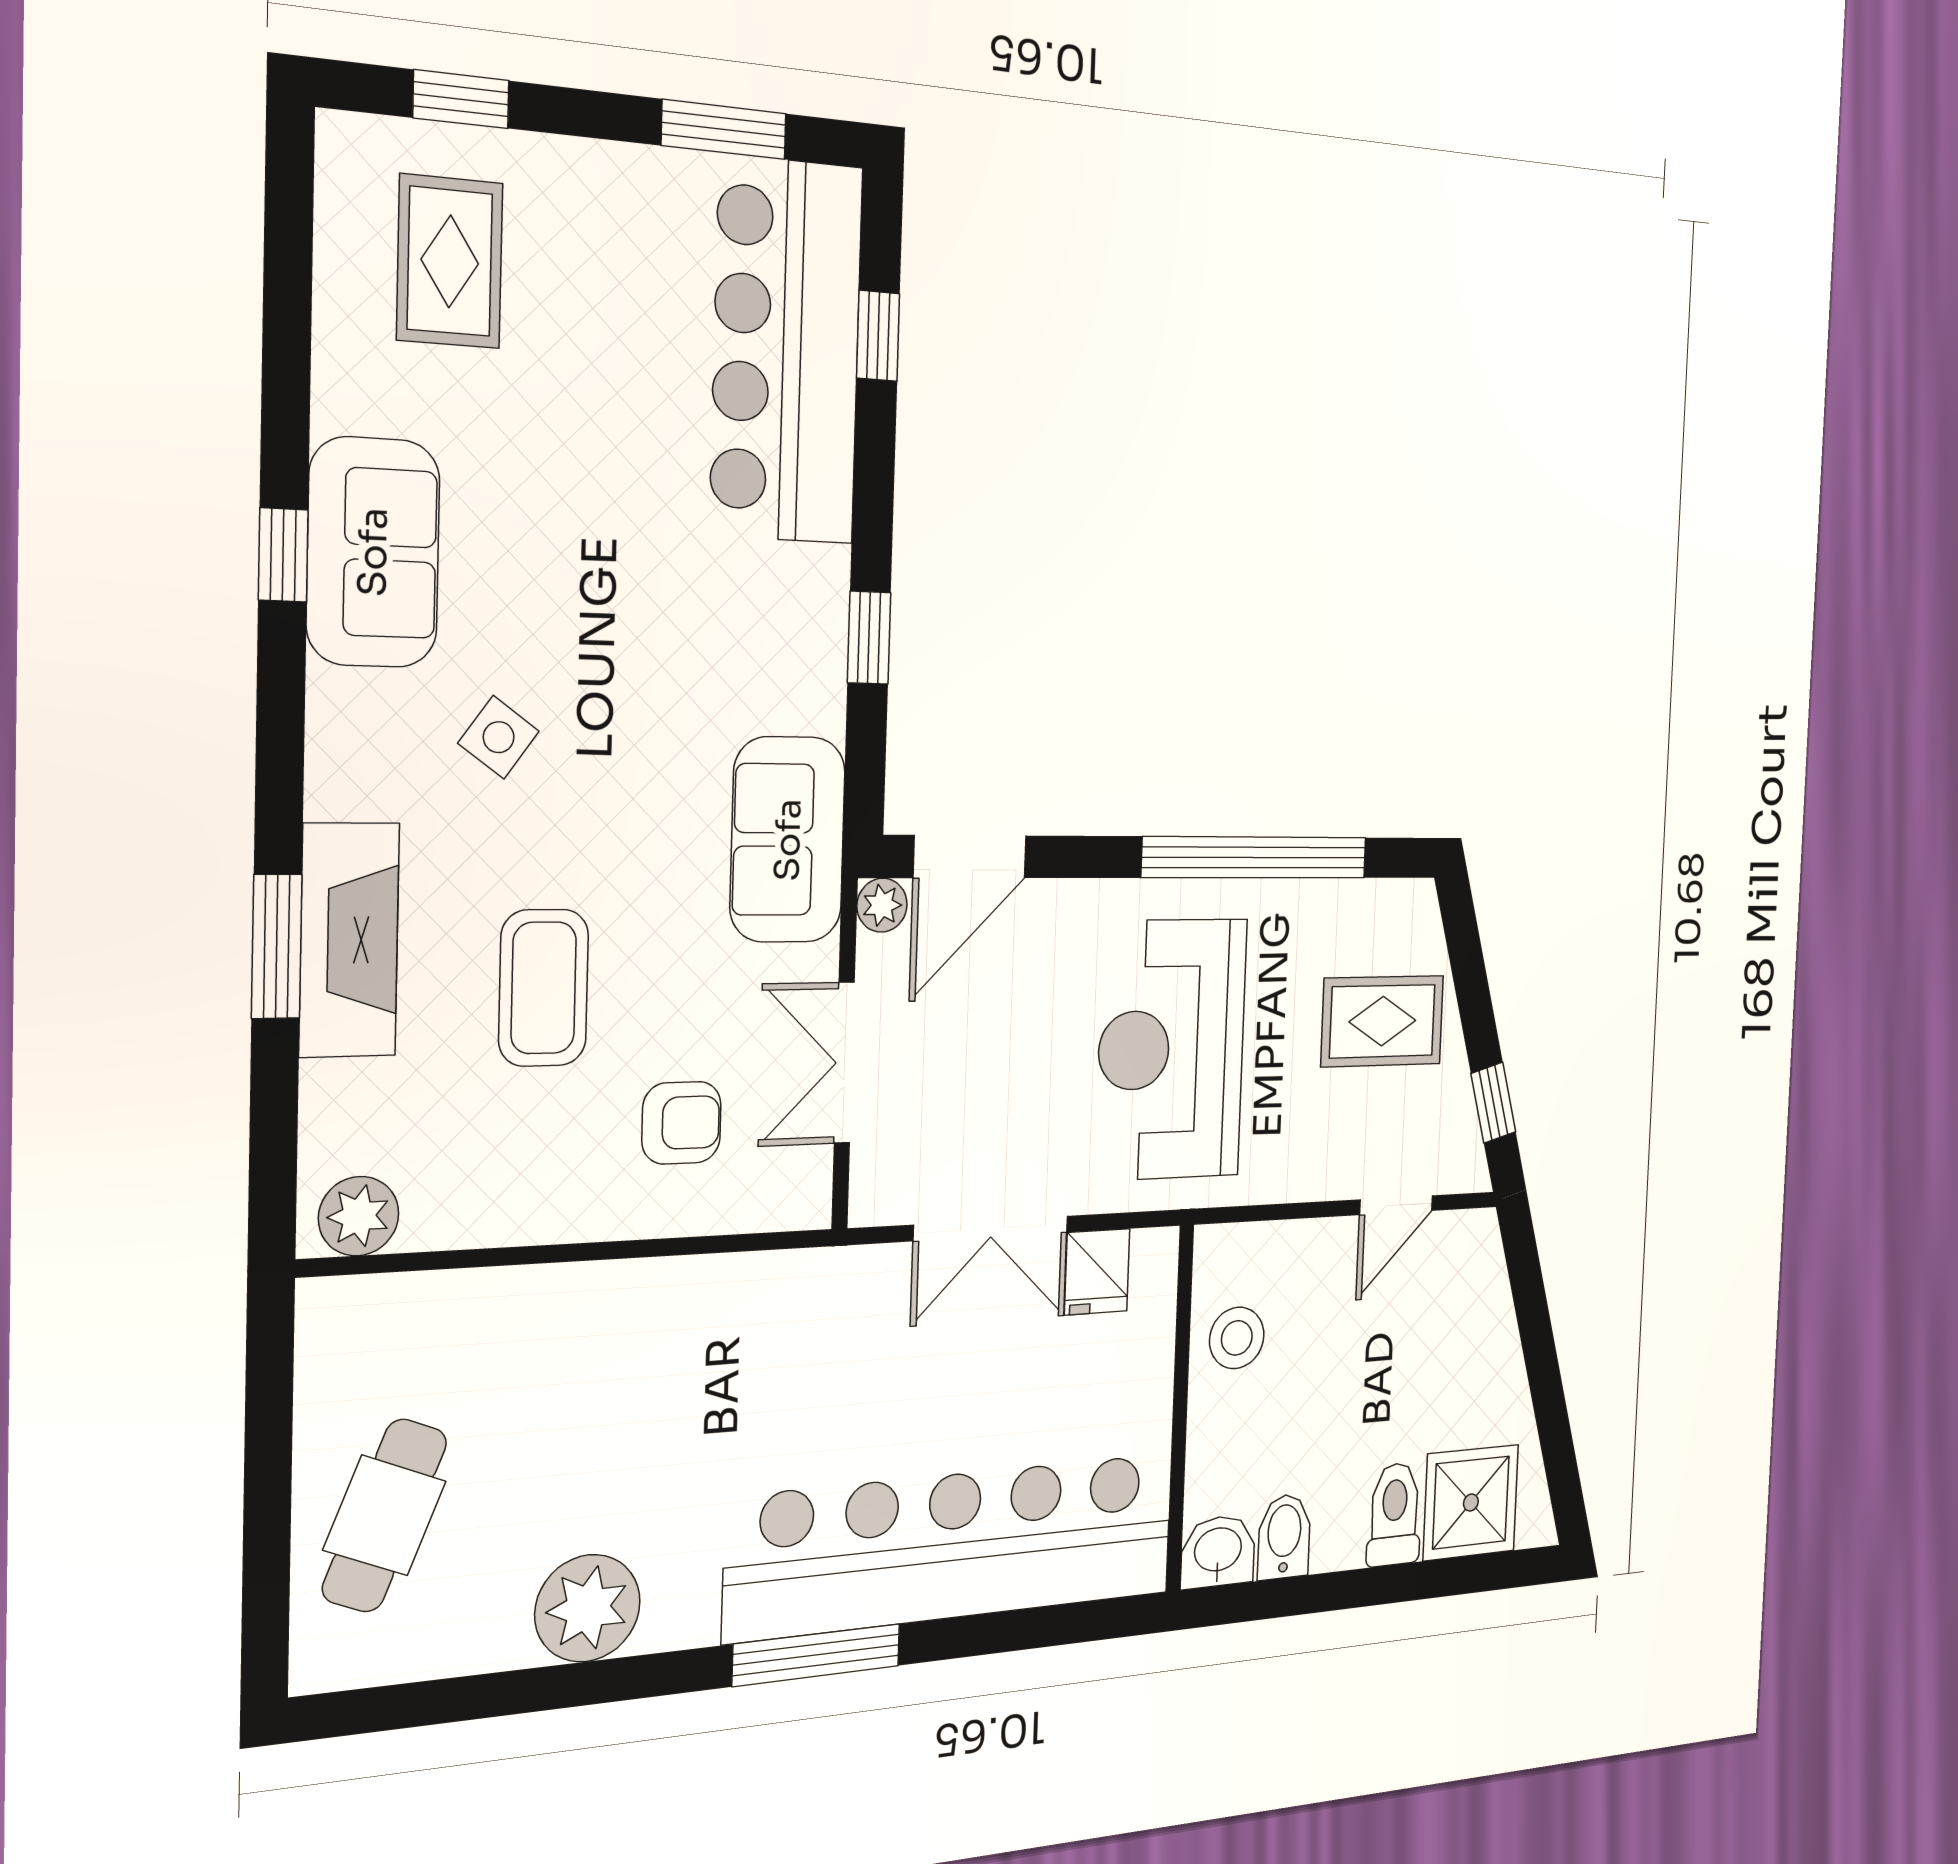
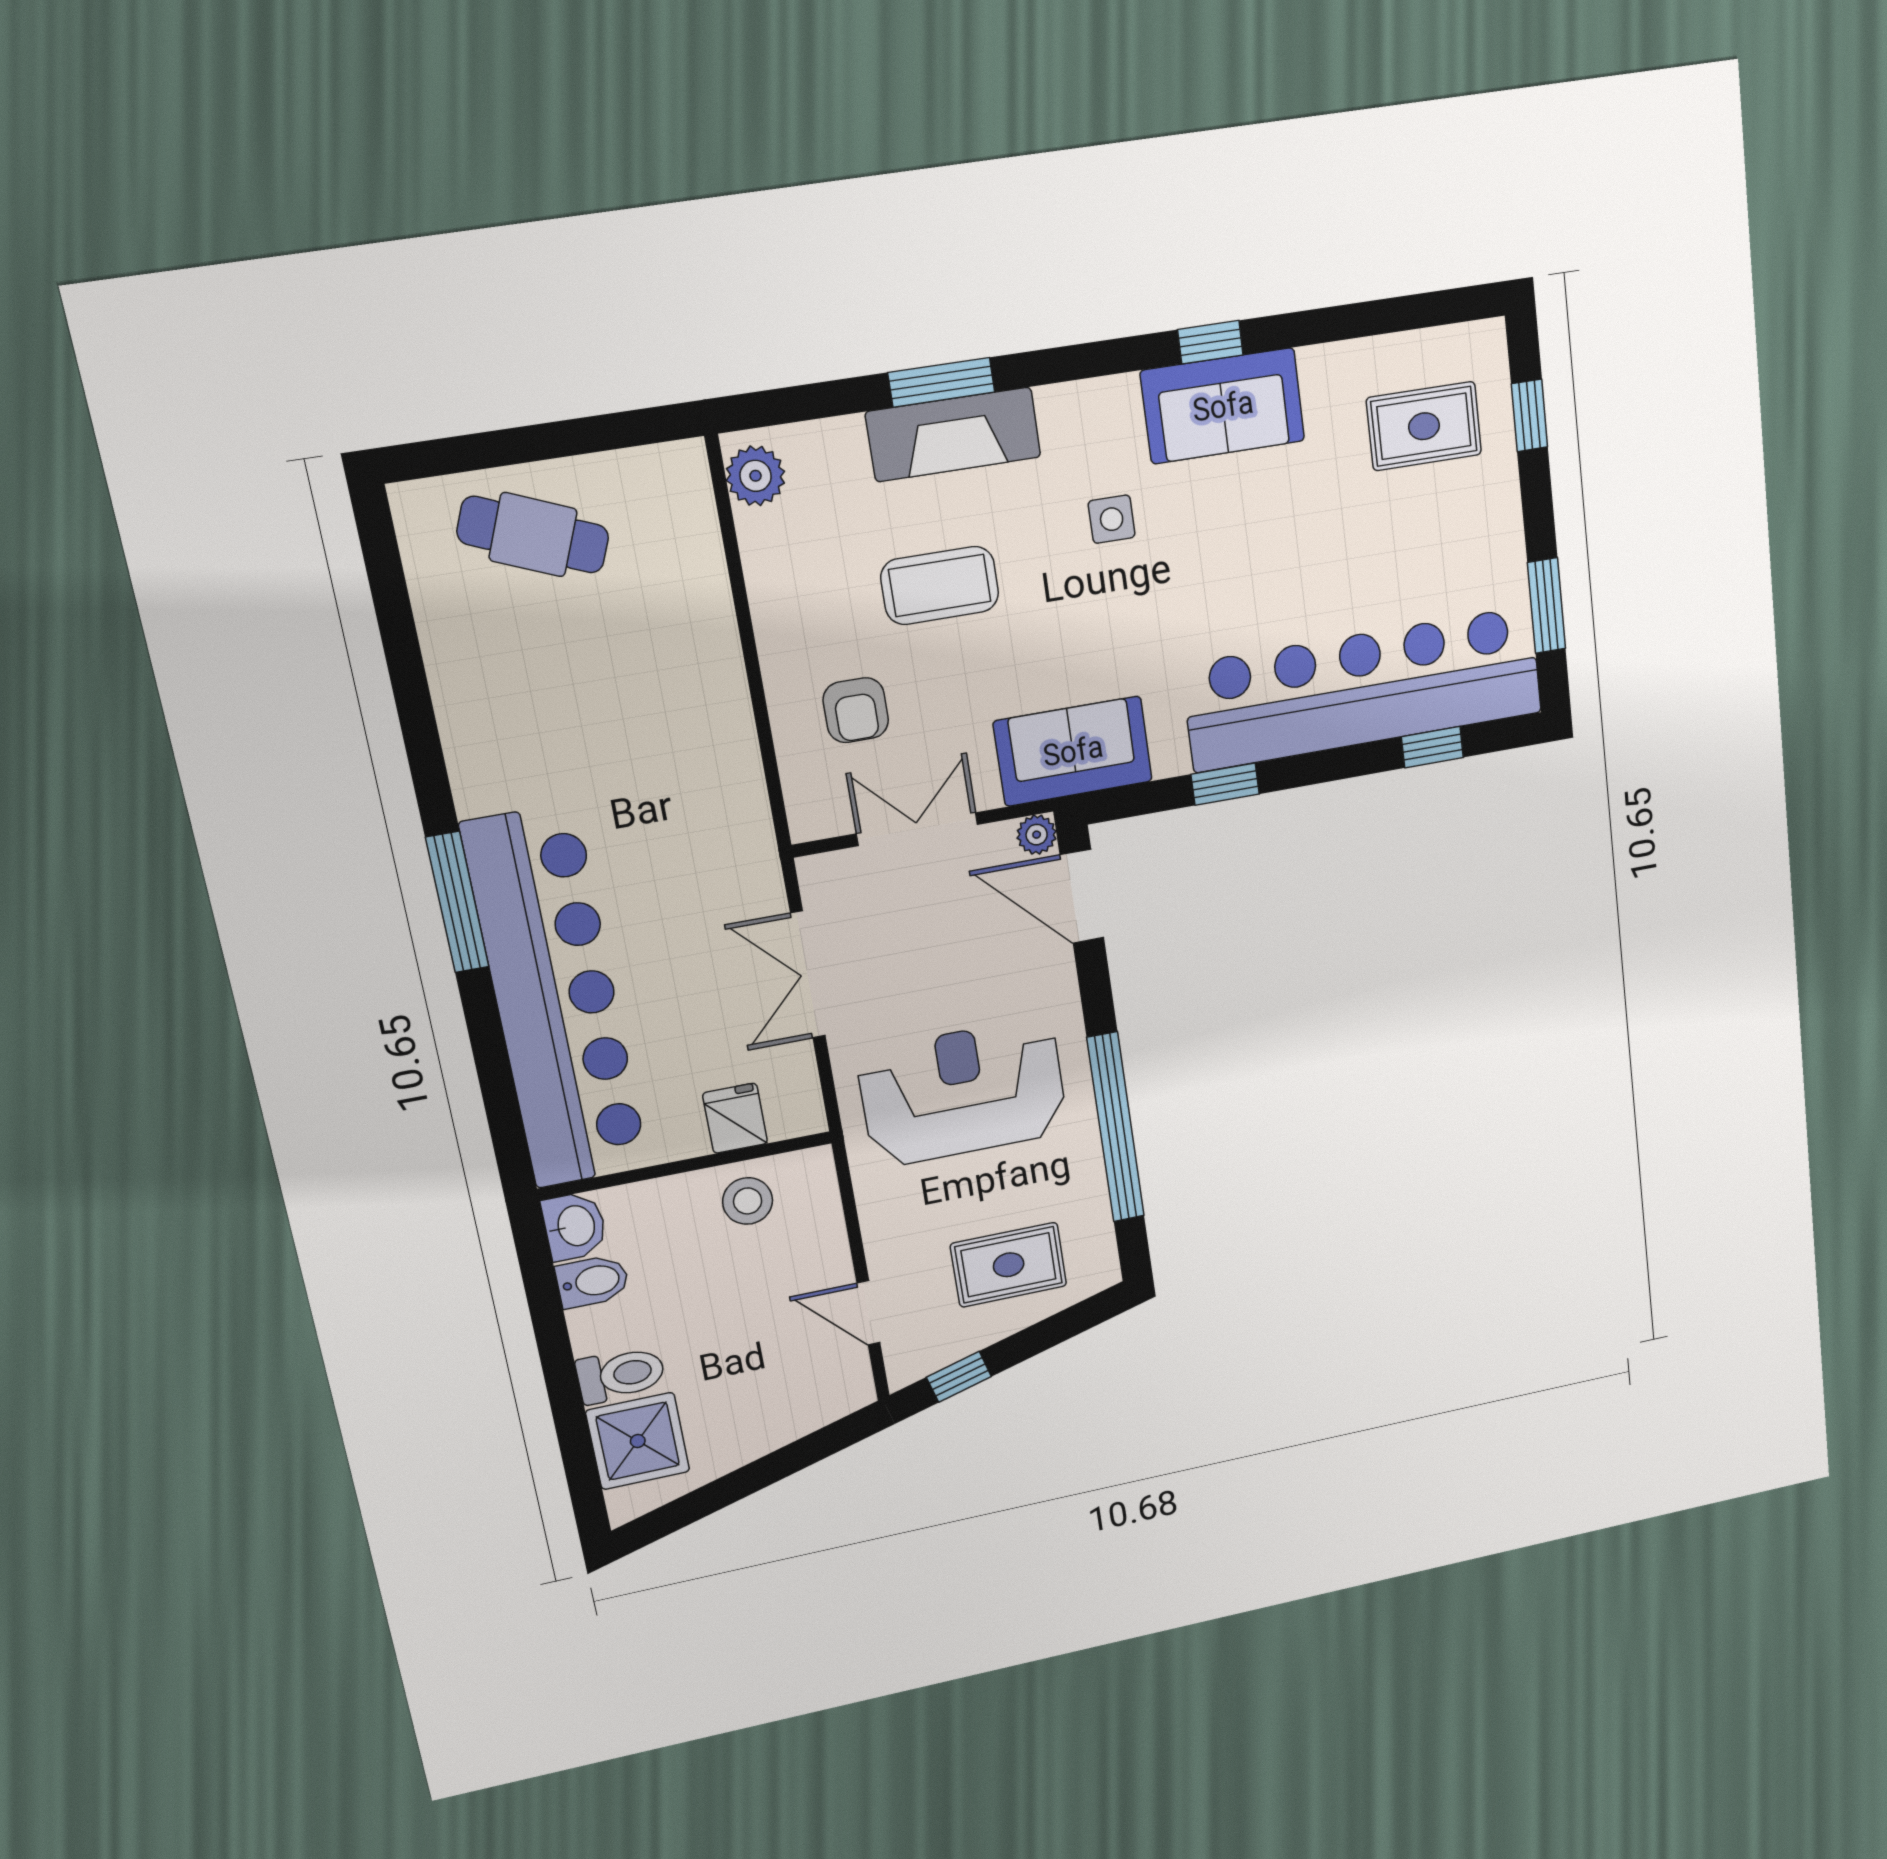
bar counter: (786, 351) -> (1364, 689), width x1.36
side table: (499, 737) -> (1112, 519), turned -36
rug: (1382, 1021) -> (1009, 1265), turned 90
fridge: (1097, 1272) -> (735, 1118), moved, turned 90
plant: (588, 1608) -> (477, 708), removed

